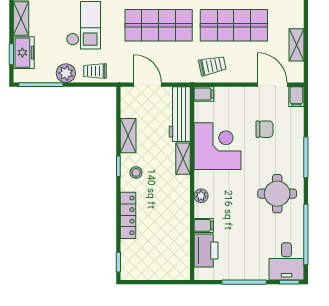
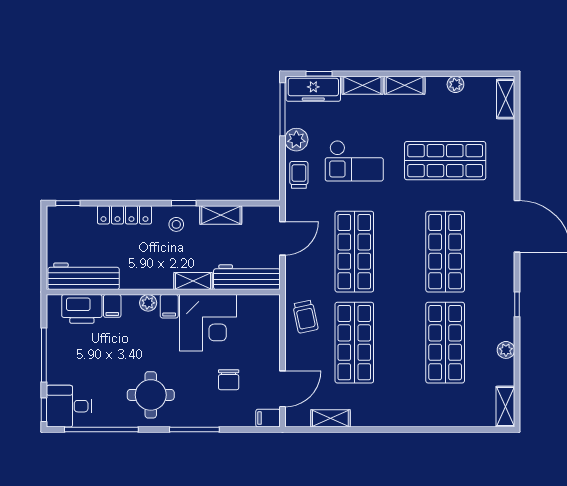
freezer: (24, 53) -> (313, 89), width x1.40
filing cabinet: (204, 94) -> (169, 306), moved
workbench: (179, 249) -> (84, 276), added

